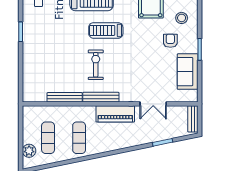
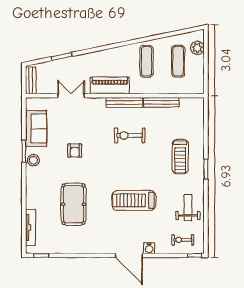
stool: (182, 18) -> (33, 160), moved
treadmill: (106, 30) -> (180, 157), moved, turned 90
armchair: (170, 41) -> (75, 150), moved
exercise bike: (96, 65) -> (130, 135), turned 90

